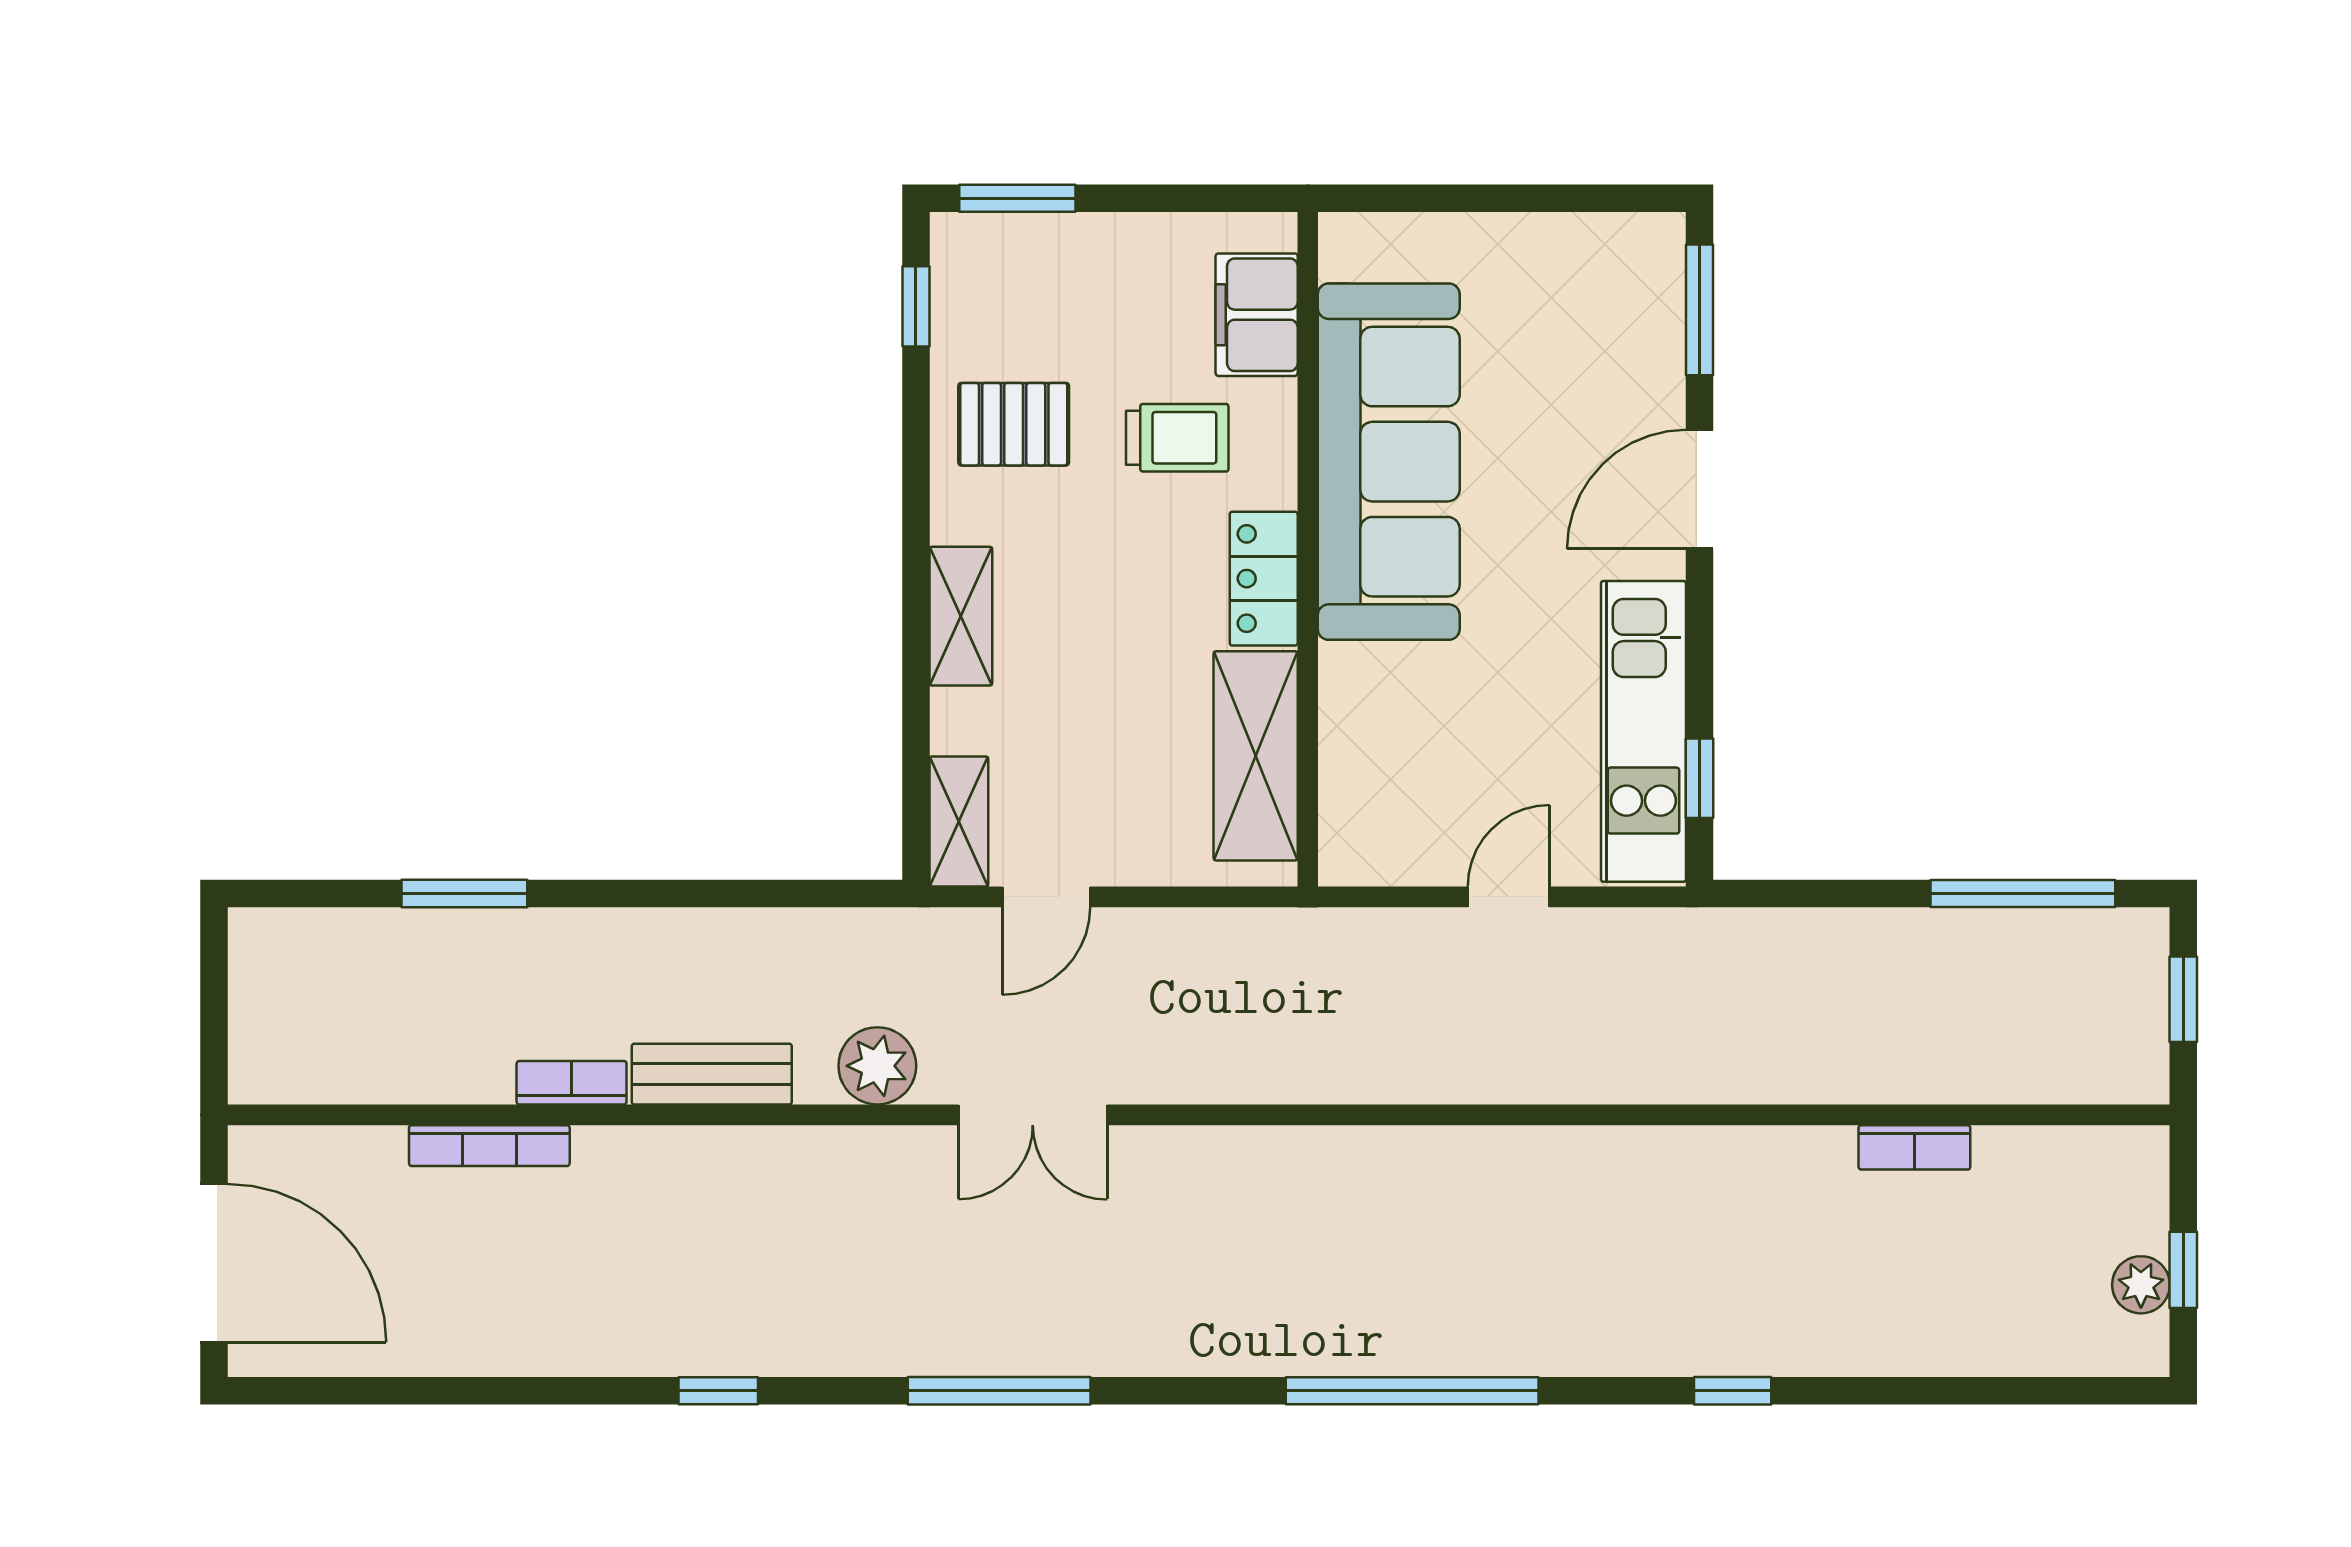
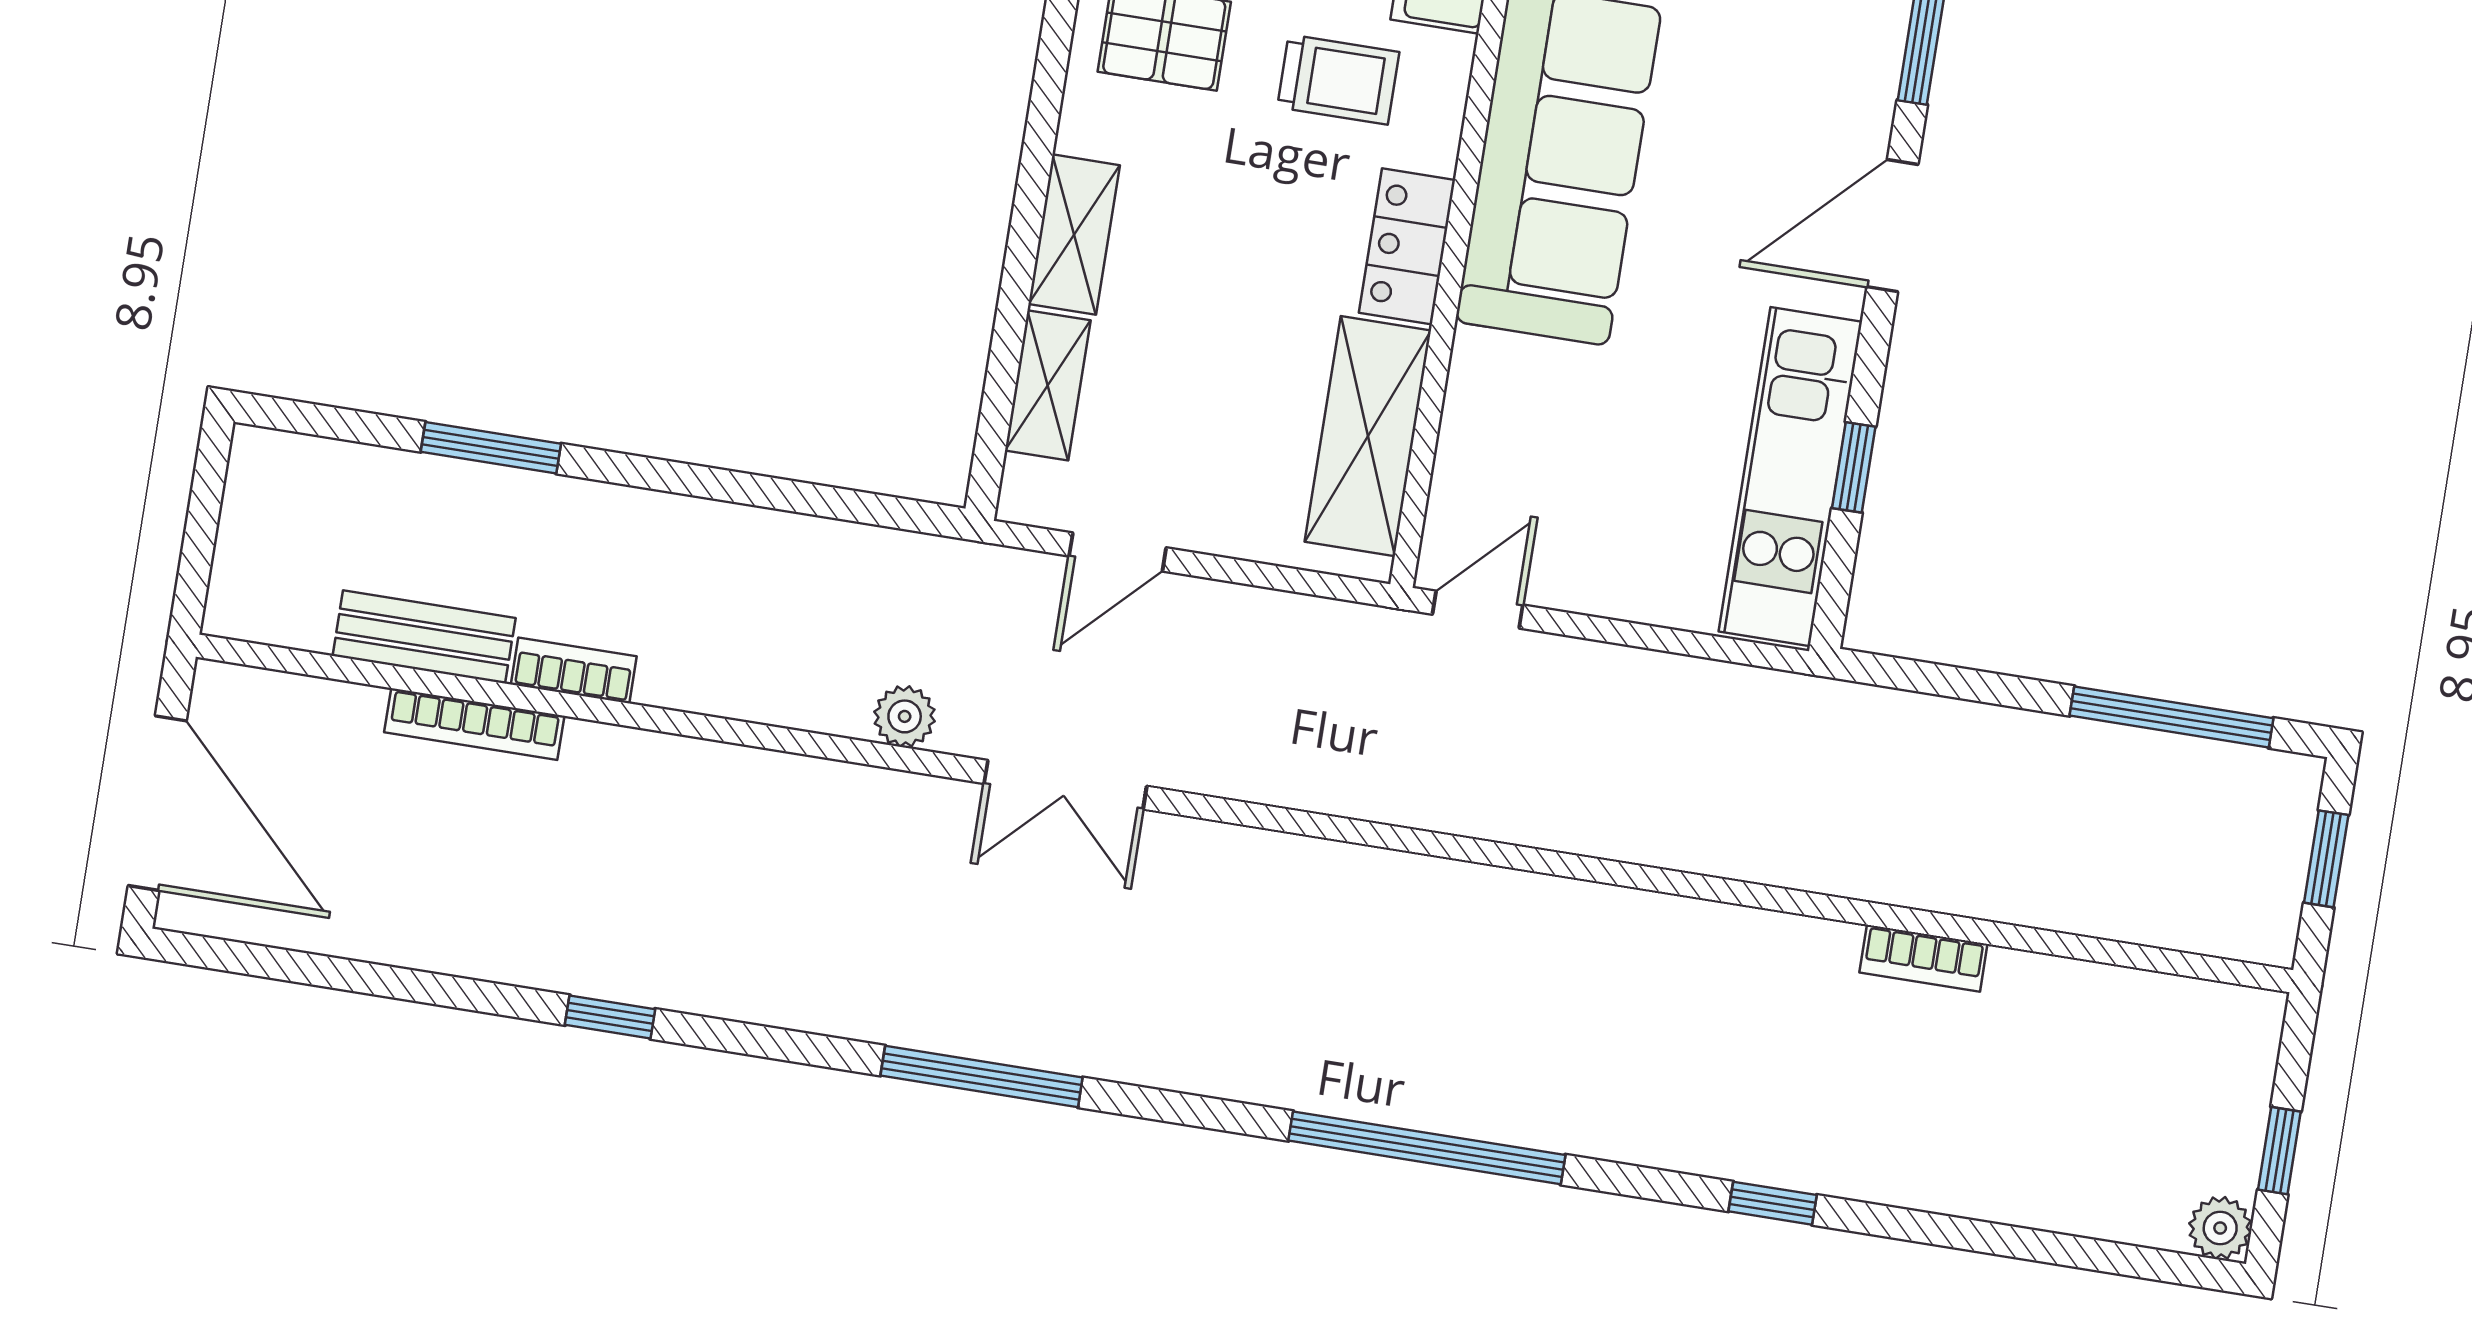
window: (1700, 778) -> (1854, 467), moved
shelving: (959, 821) -> (1048, 385), moved
door: (1509, 897) -> (1478, 610), moved
plant: (877, 1066) -> (905, 716), width x0.73, depth x0.73
bench: (712, 1074) -> (424, 637), moved
bookcase: (1914, 1147) -> (1923, 958), moved
plant: (2141, 1285) -> (2220, 1228), moved
window: (718, 1391) -> (610, 1017), moved

